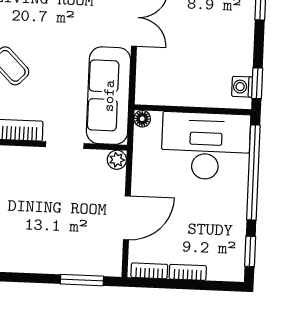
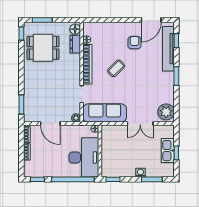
washing machine: (242, 87) -> (140, 173), moved

